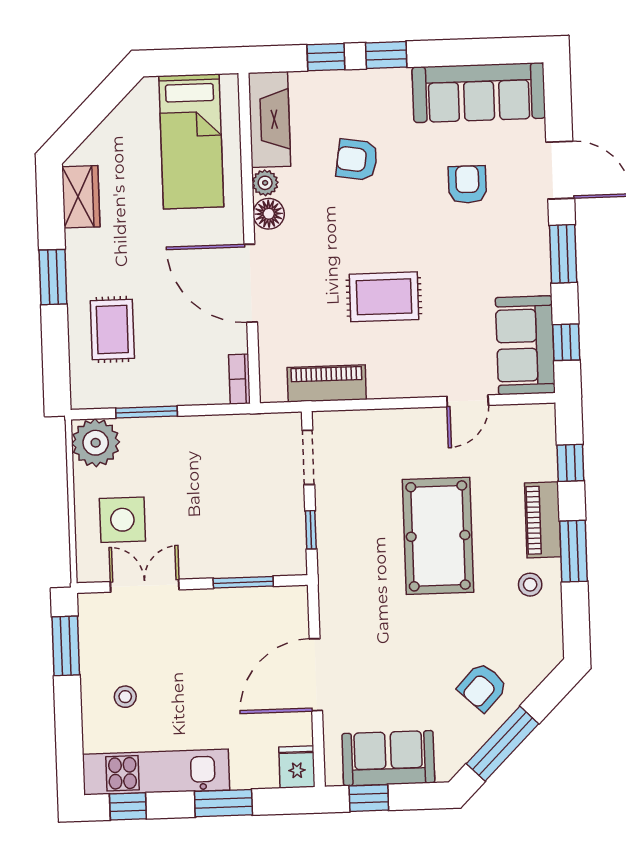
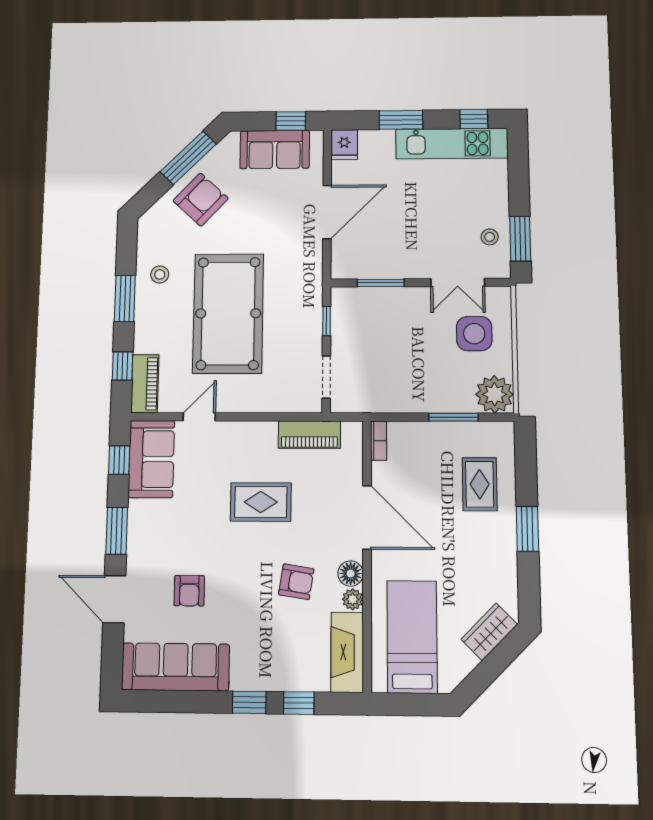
armchair: (357, 160) -> (296, 582), moved
wardrobe: (81, 197) -> (489, 632), moved, turned 45
piano: (543, 520) -> (145, 384), moved
pool table: (438, 536) -> (228, 313), width x1.36, depth x1.32
armchair: (482, 687) -> (201, 200), width x1.38, depth x1.38
stool: (125, 697) -> (490, 237), moved

